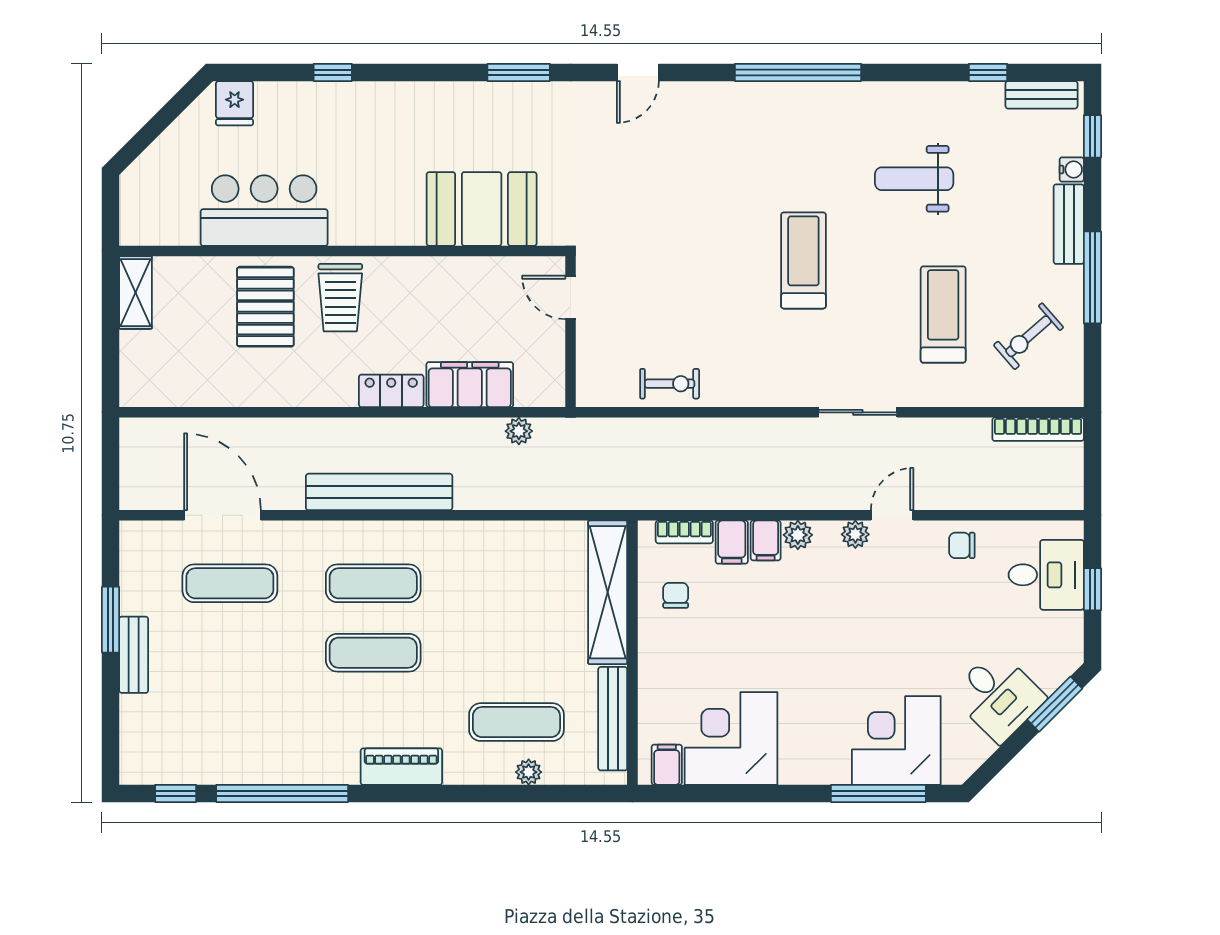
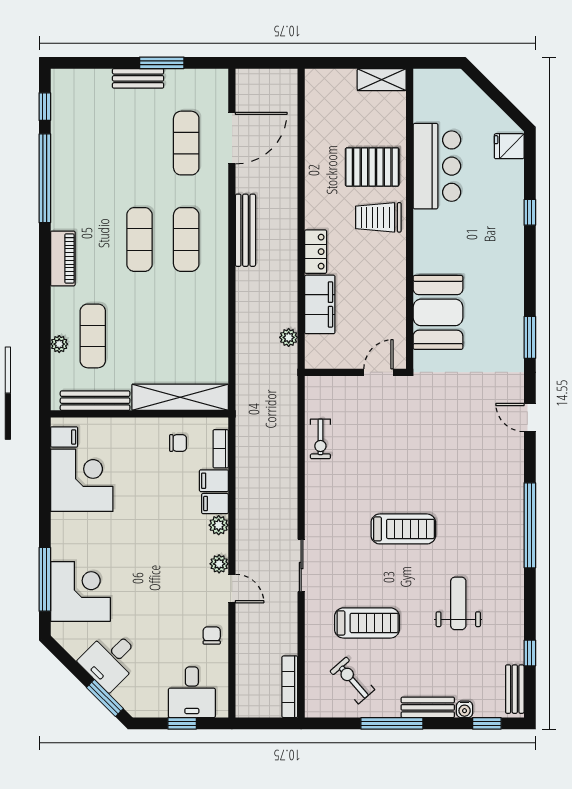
bench: (379, 492) -> (245, 230), width x0.73, depth x0.82

